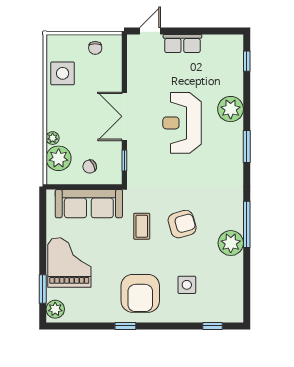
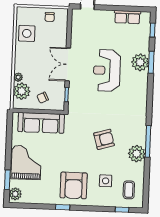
row of seats: (182, 44) -> (127, 17), moved
window: (247, 146) -> (151, 62), moved
coffee table: (142, 226) -> (129, 190), moved

